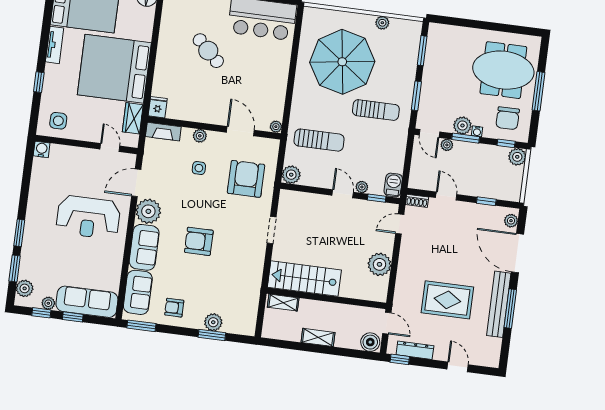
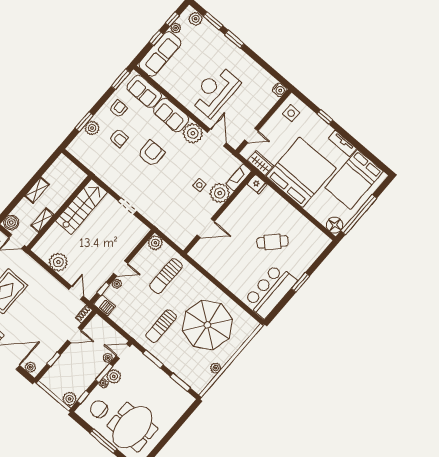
plant: (276, 127) -> (193, 253), removed
plant: (200, 136) -> (220, 193), width x1.88, depth x1.88
armchair: (246, 179) -> (119, 138), moved, width x0.53, depth x0.53
shelving: (283, 303) -> (42, 220), moved

